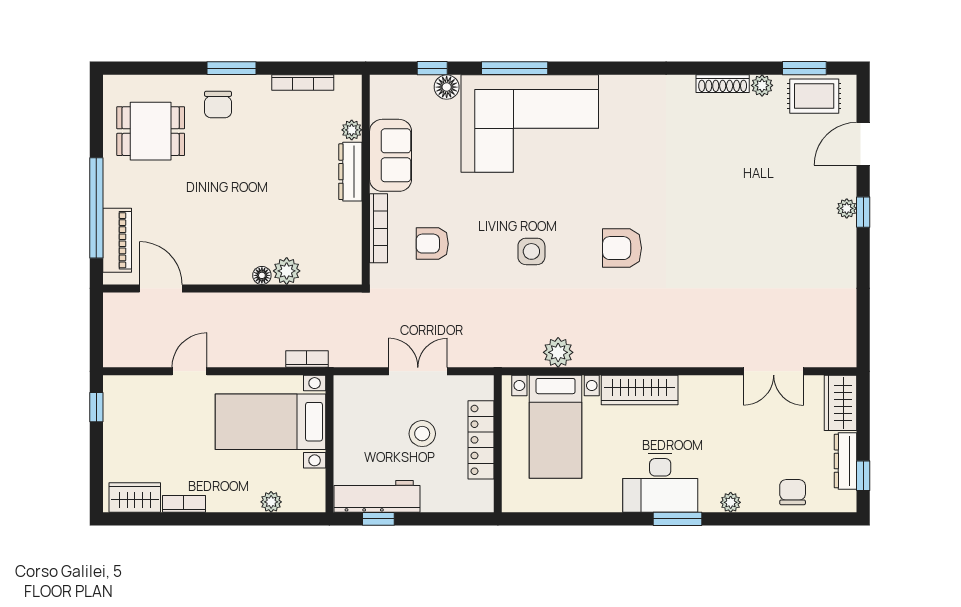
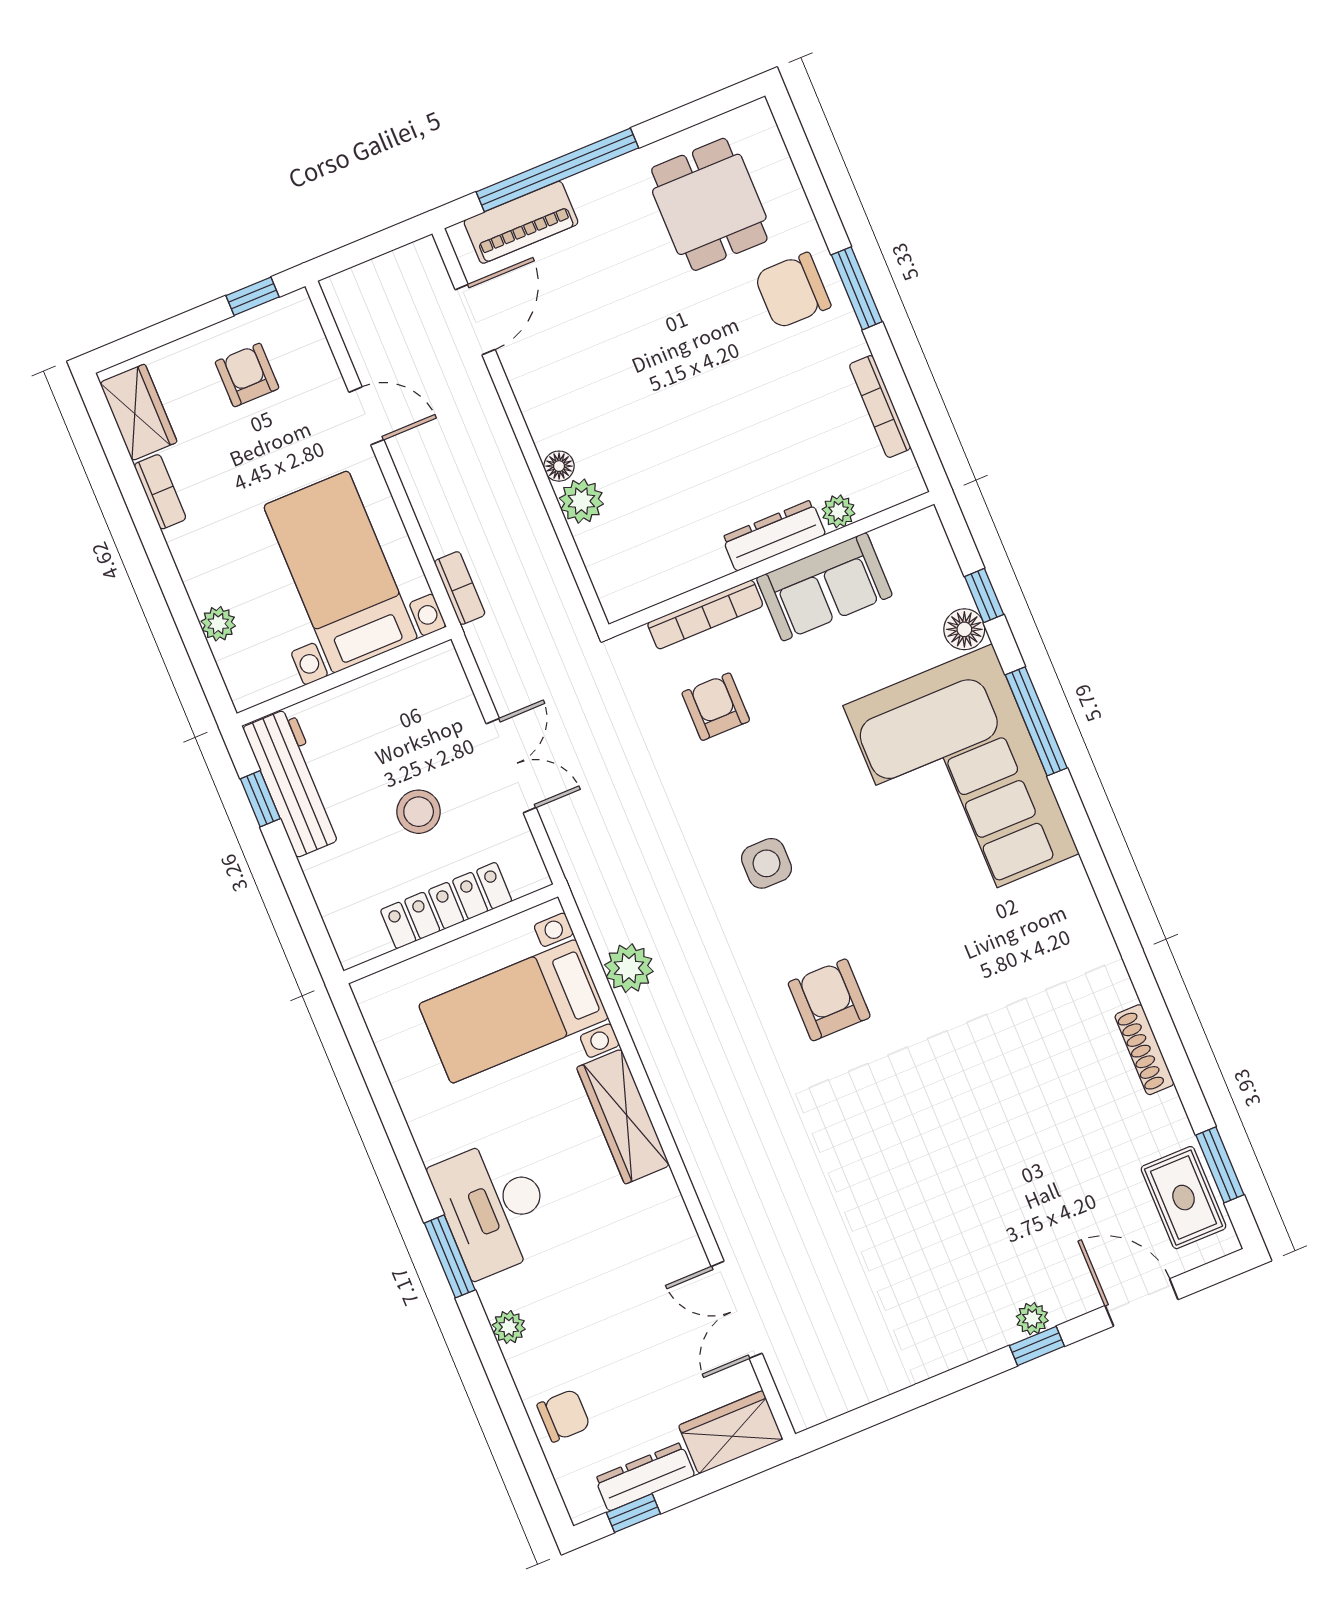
plant: (762, 85) -> (1167, 1111), removed
chair: (218, 105) -> (793, 291), width x1.37, depth x1.37
armchair: (139, 428) -> (247, 375), added

